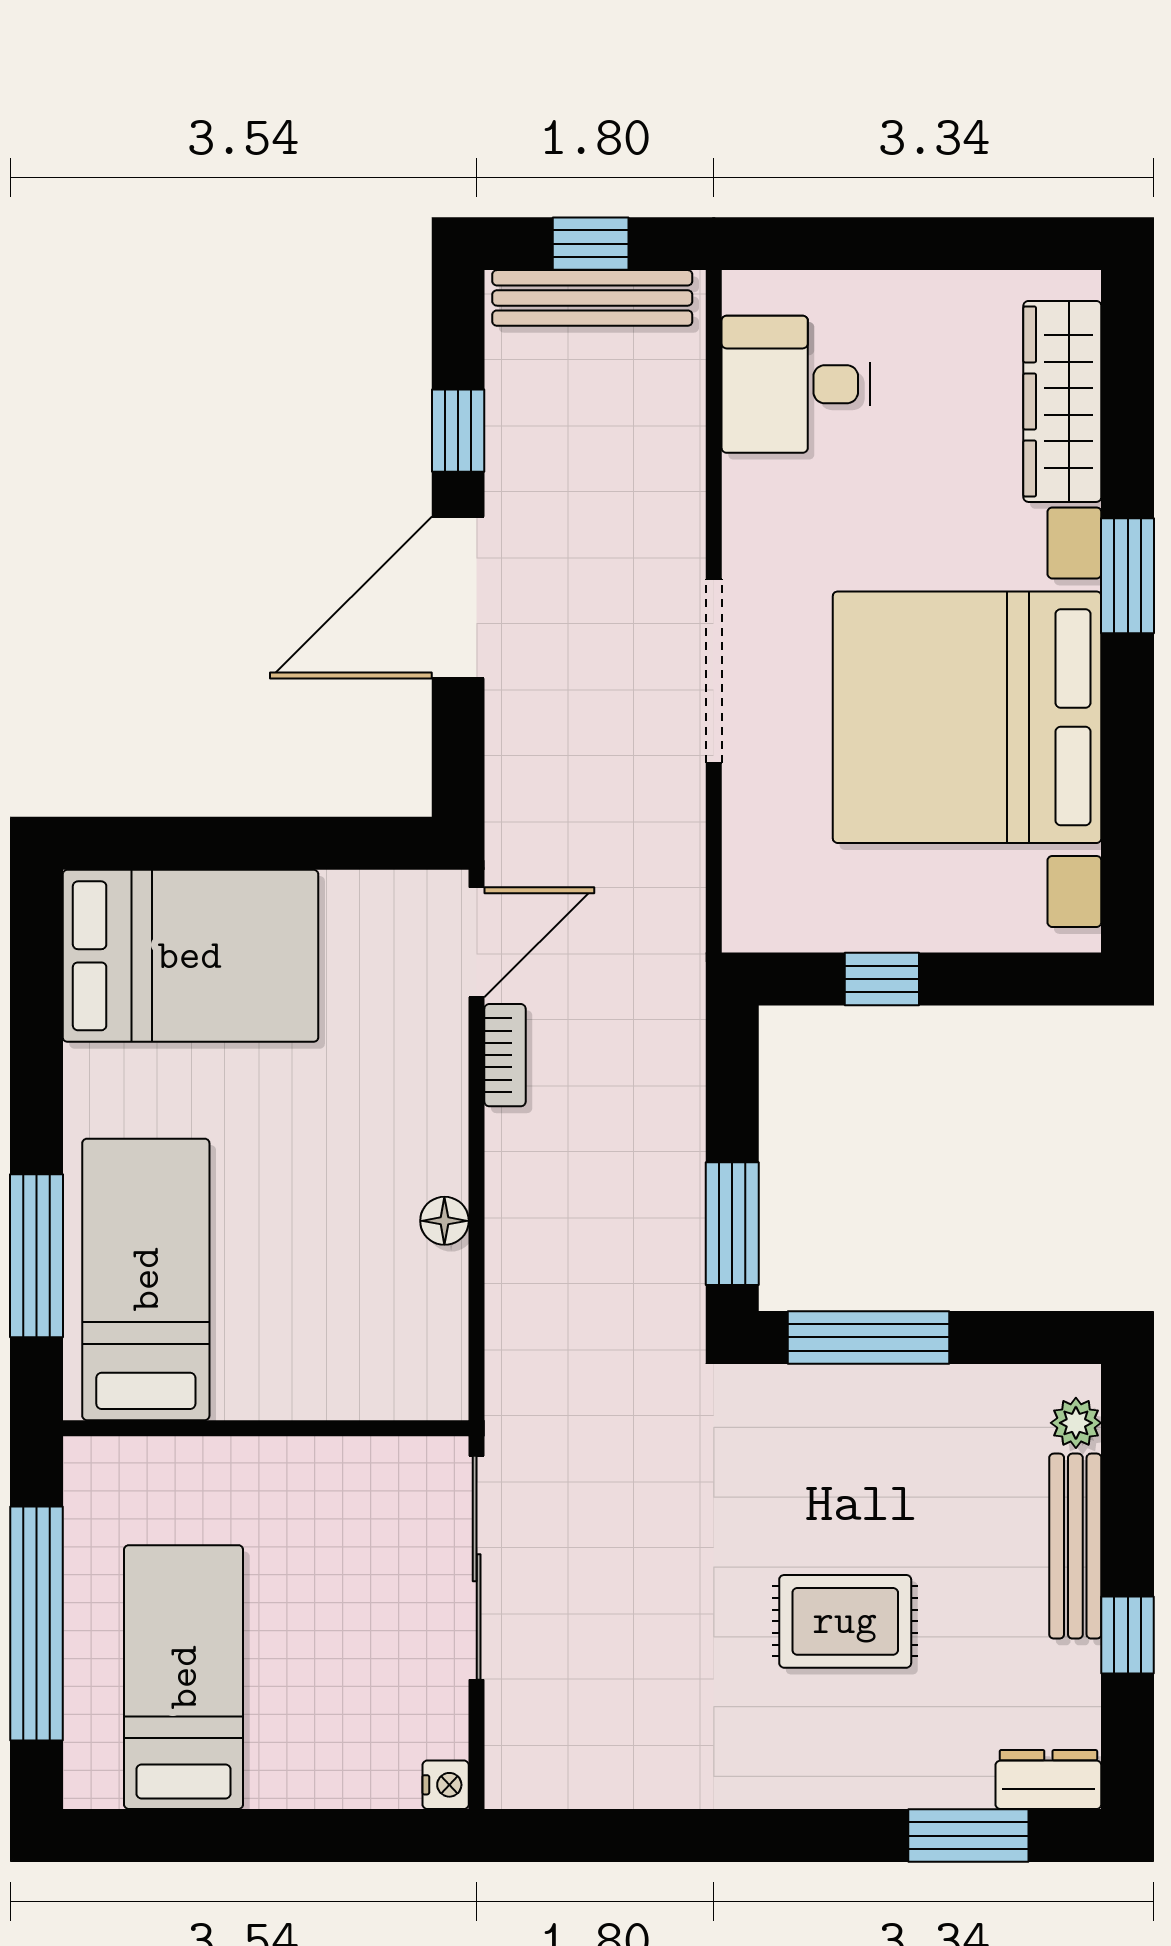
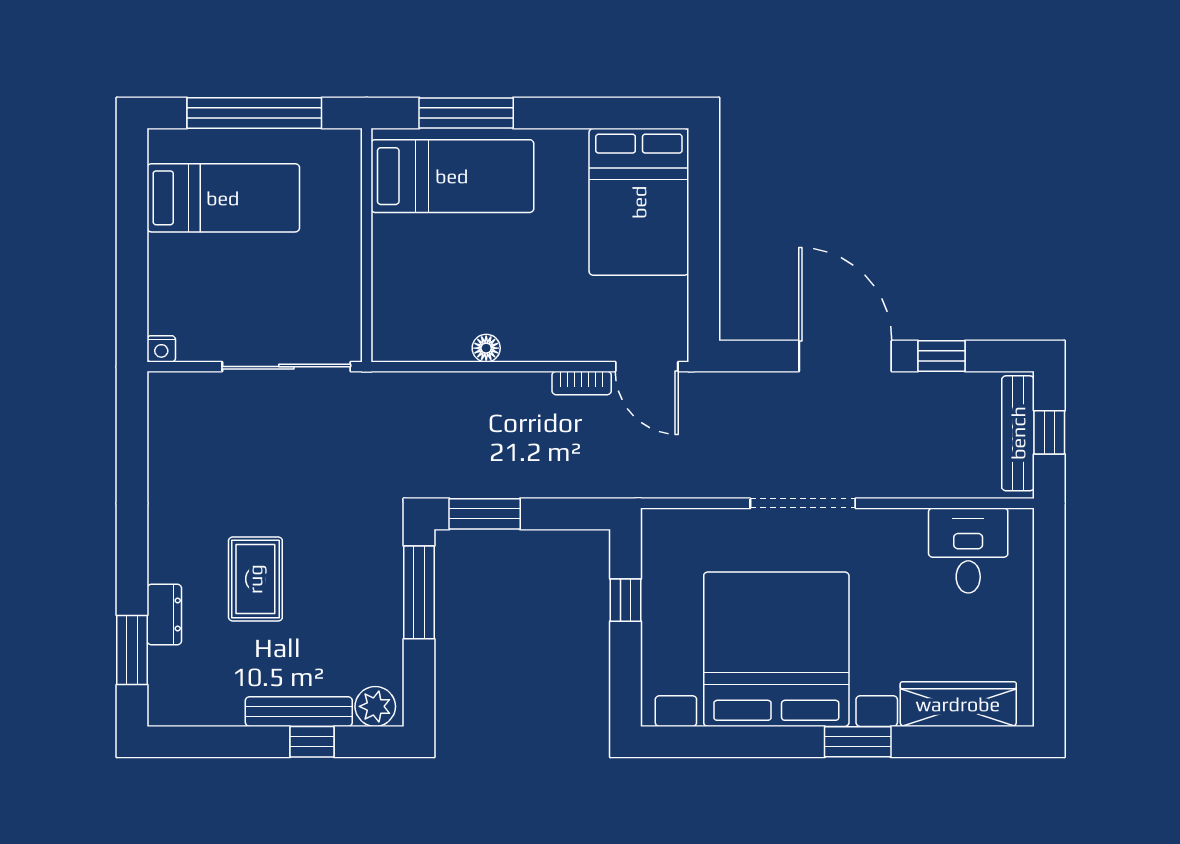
plant: (1076, 1423) -> (375, 706), width x1.38, depth x1.38
window: (1128, 1635) -> (312, 742), moved
dresser: (1048, 1779) -> (164, 614), moved

